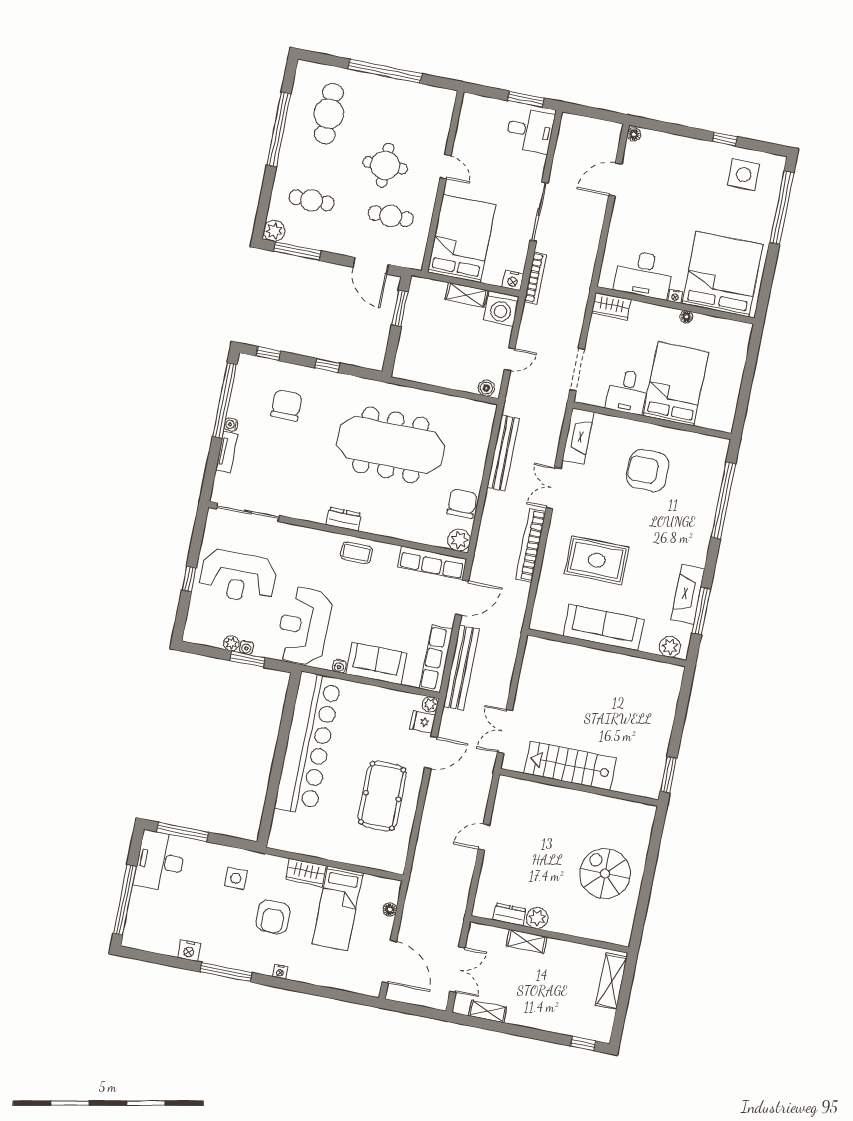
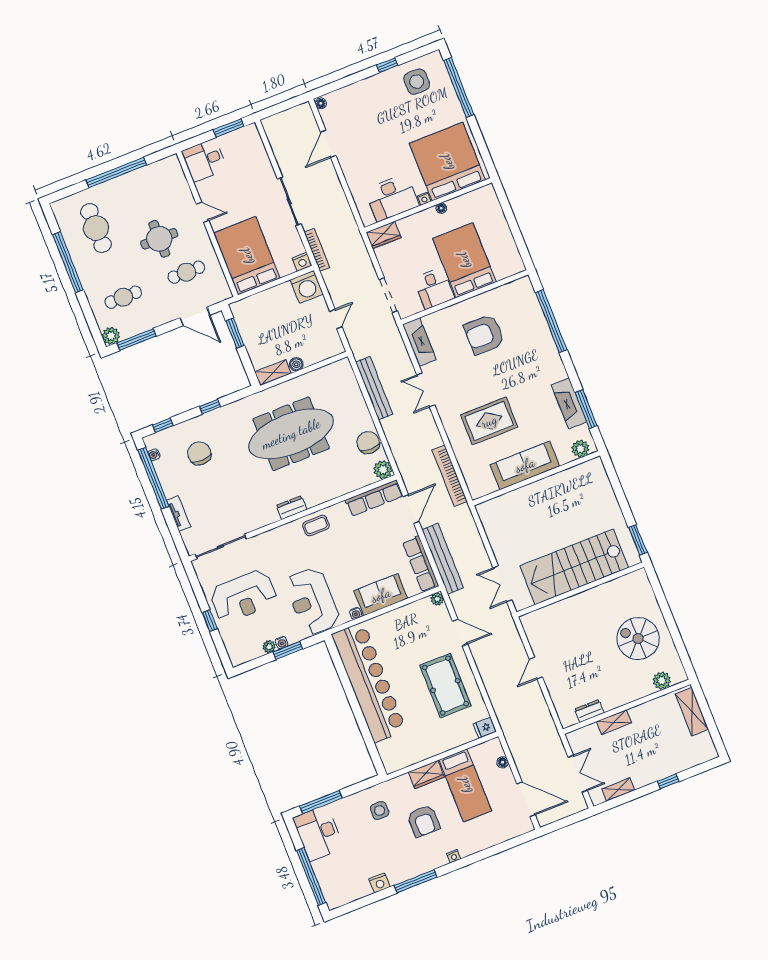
desk: (530, 130) -> (204, 160), moved, turned 180
shelving: (466, 295) -> (273, 373), moved
boiler: (486, 388) -> (296, 364), moved
water cooler: (231, 425) -> (154, 455), moved
bookcase: (531, 545) -> (450, 476), moved
fridge: (423, 722) -> (485, 728), moved
door: (431, 752) -> (460, 633), hinge flipped
stairs: (570, 766) -> (574, 567), width x1.36, depth x1.51
plant: (537, 918) -> (662, 681), moved
window: (583, 1044) -> (668, 781), moved

